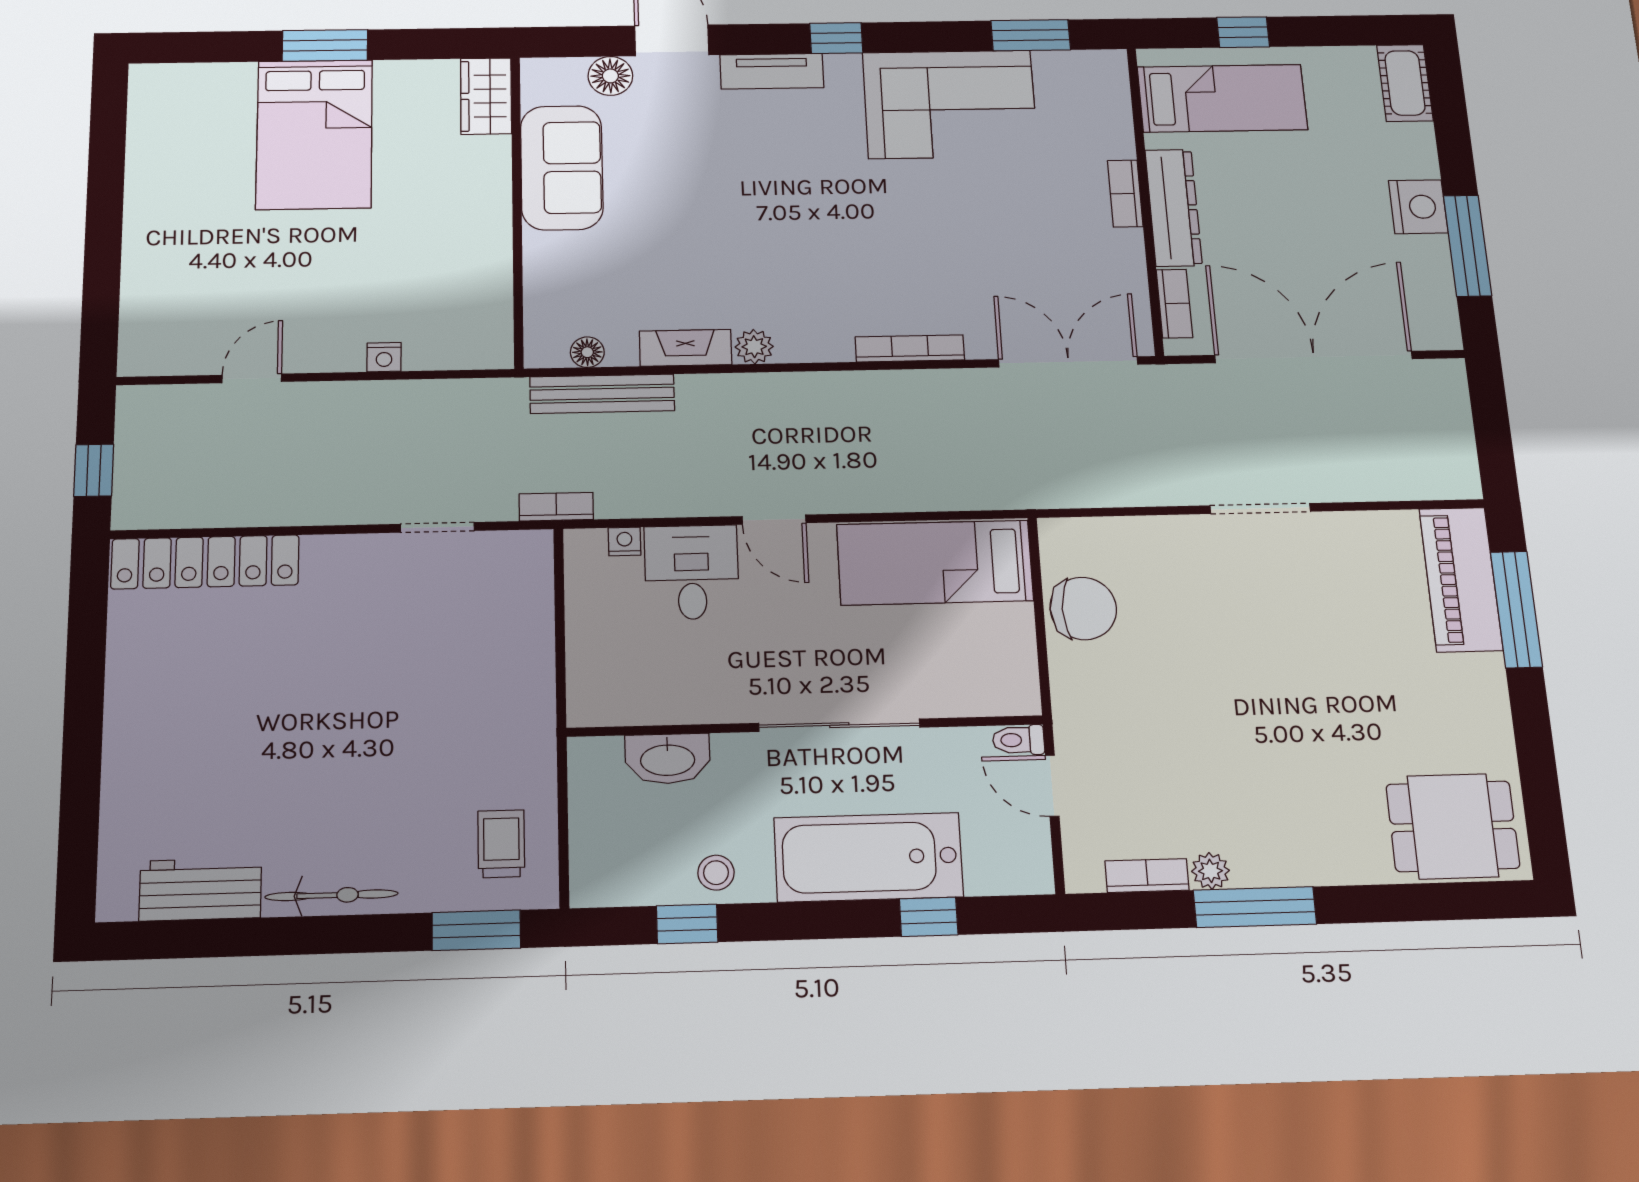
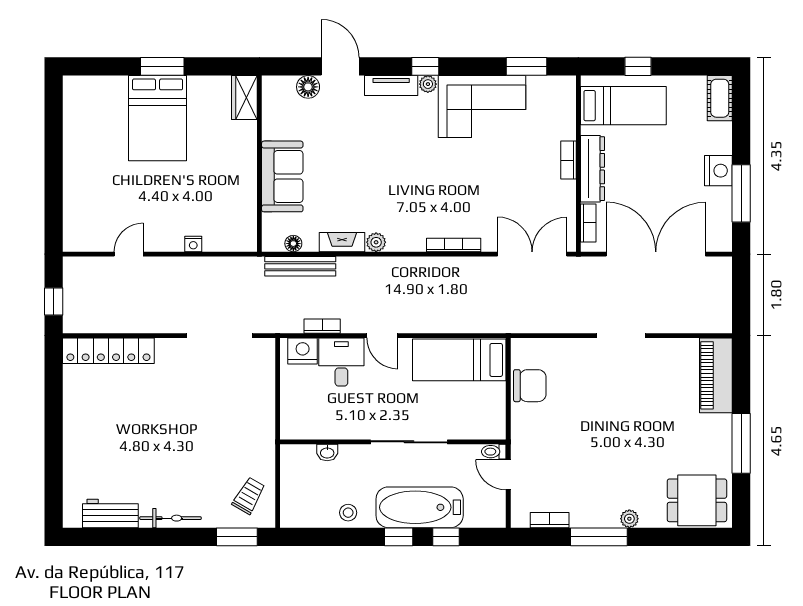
plant: (843, 68) -> (428, 84), added
sofa: (562, 168) -> (282, 176), moved
bookcase: (556, 507) -> (322, 326), moved
doorway: (437, 527) -> (219, 336), width x1.88
nightstand: (624, 541) -> (303, 351), width x1.89, depth x1.79
window: (1516, 609) -> (741, 443), moved
washbasin: (668, 759) -> (327, 452), width x0.52, depth x0.69
trolley: (501, 844) -> (249, 496), turned 30
plant: (1210, 871) -> (629, 519), moved
window: (687, 924) -> (399, 537), moved

